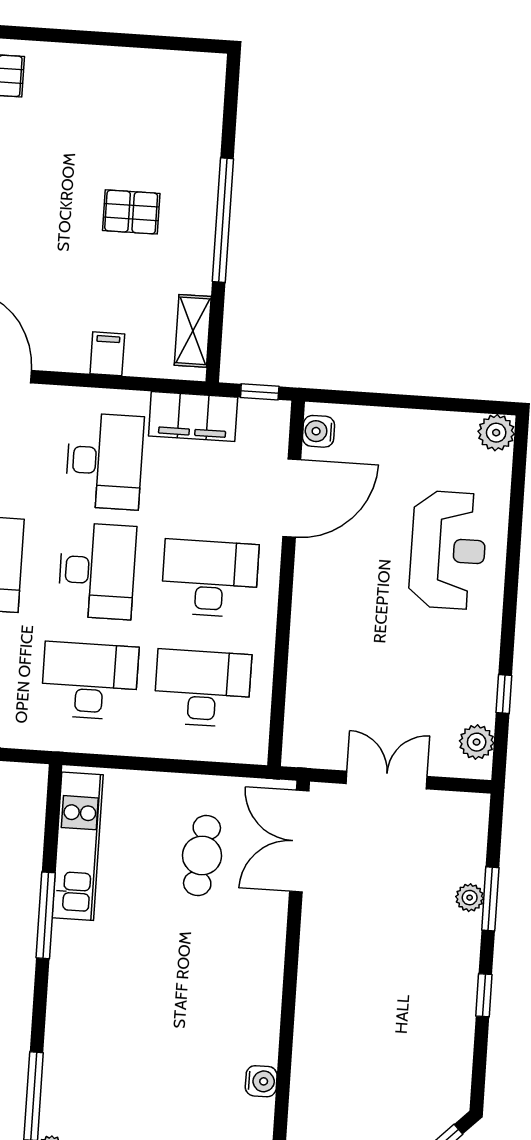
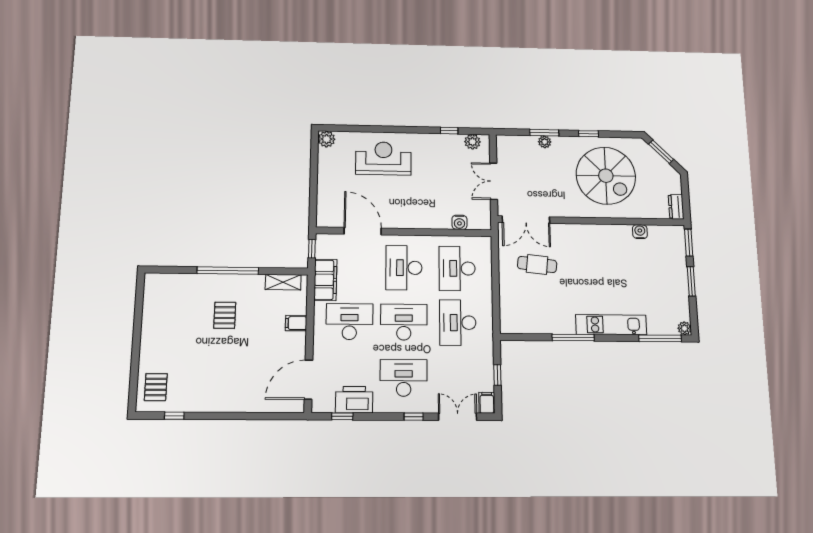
water cooler: (319, 431) -> (459, 222), moved
kitchen unit: (78, 846) -> (611, 325), moved
spiral stairs: (388, 1022) -> (606, 176), added

